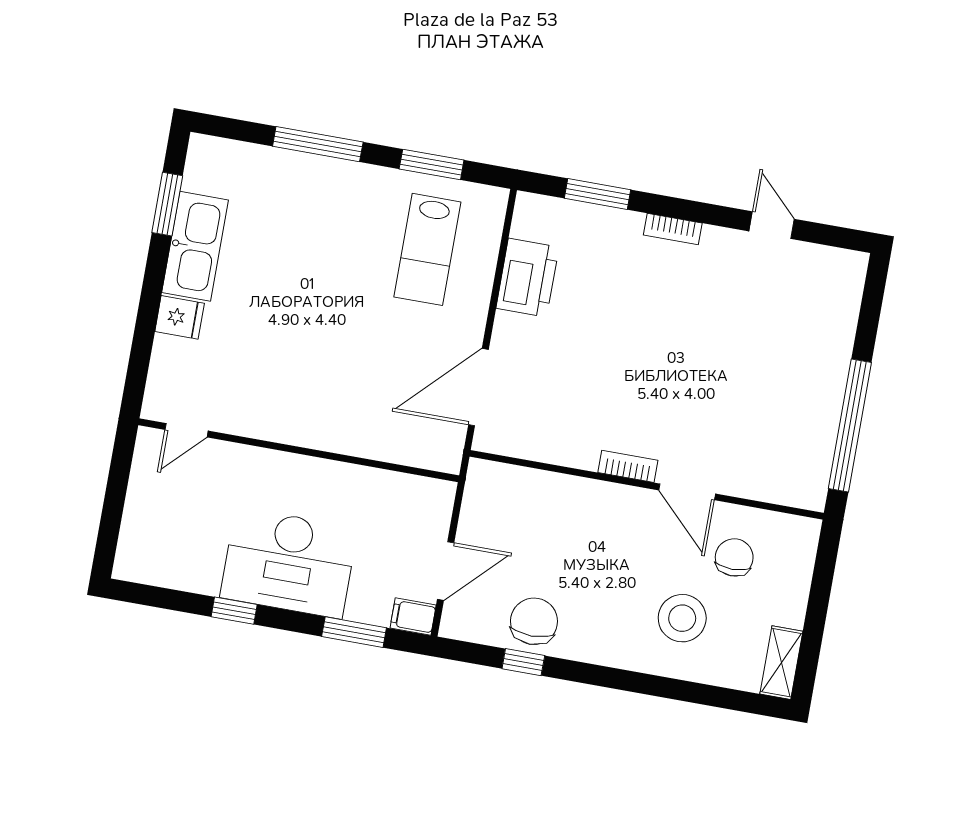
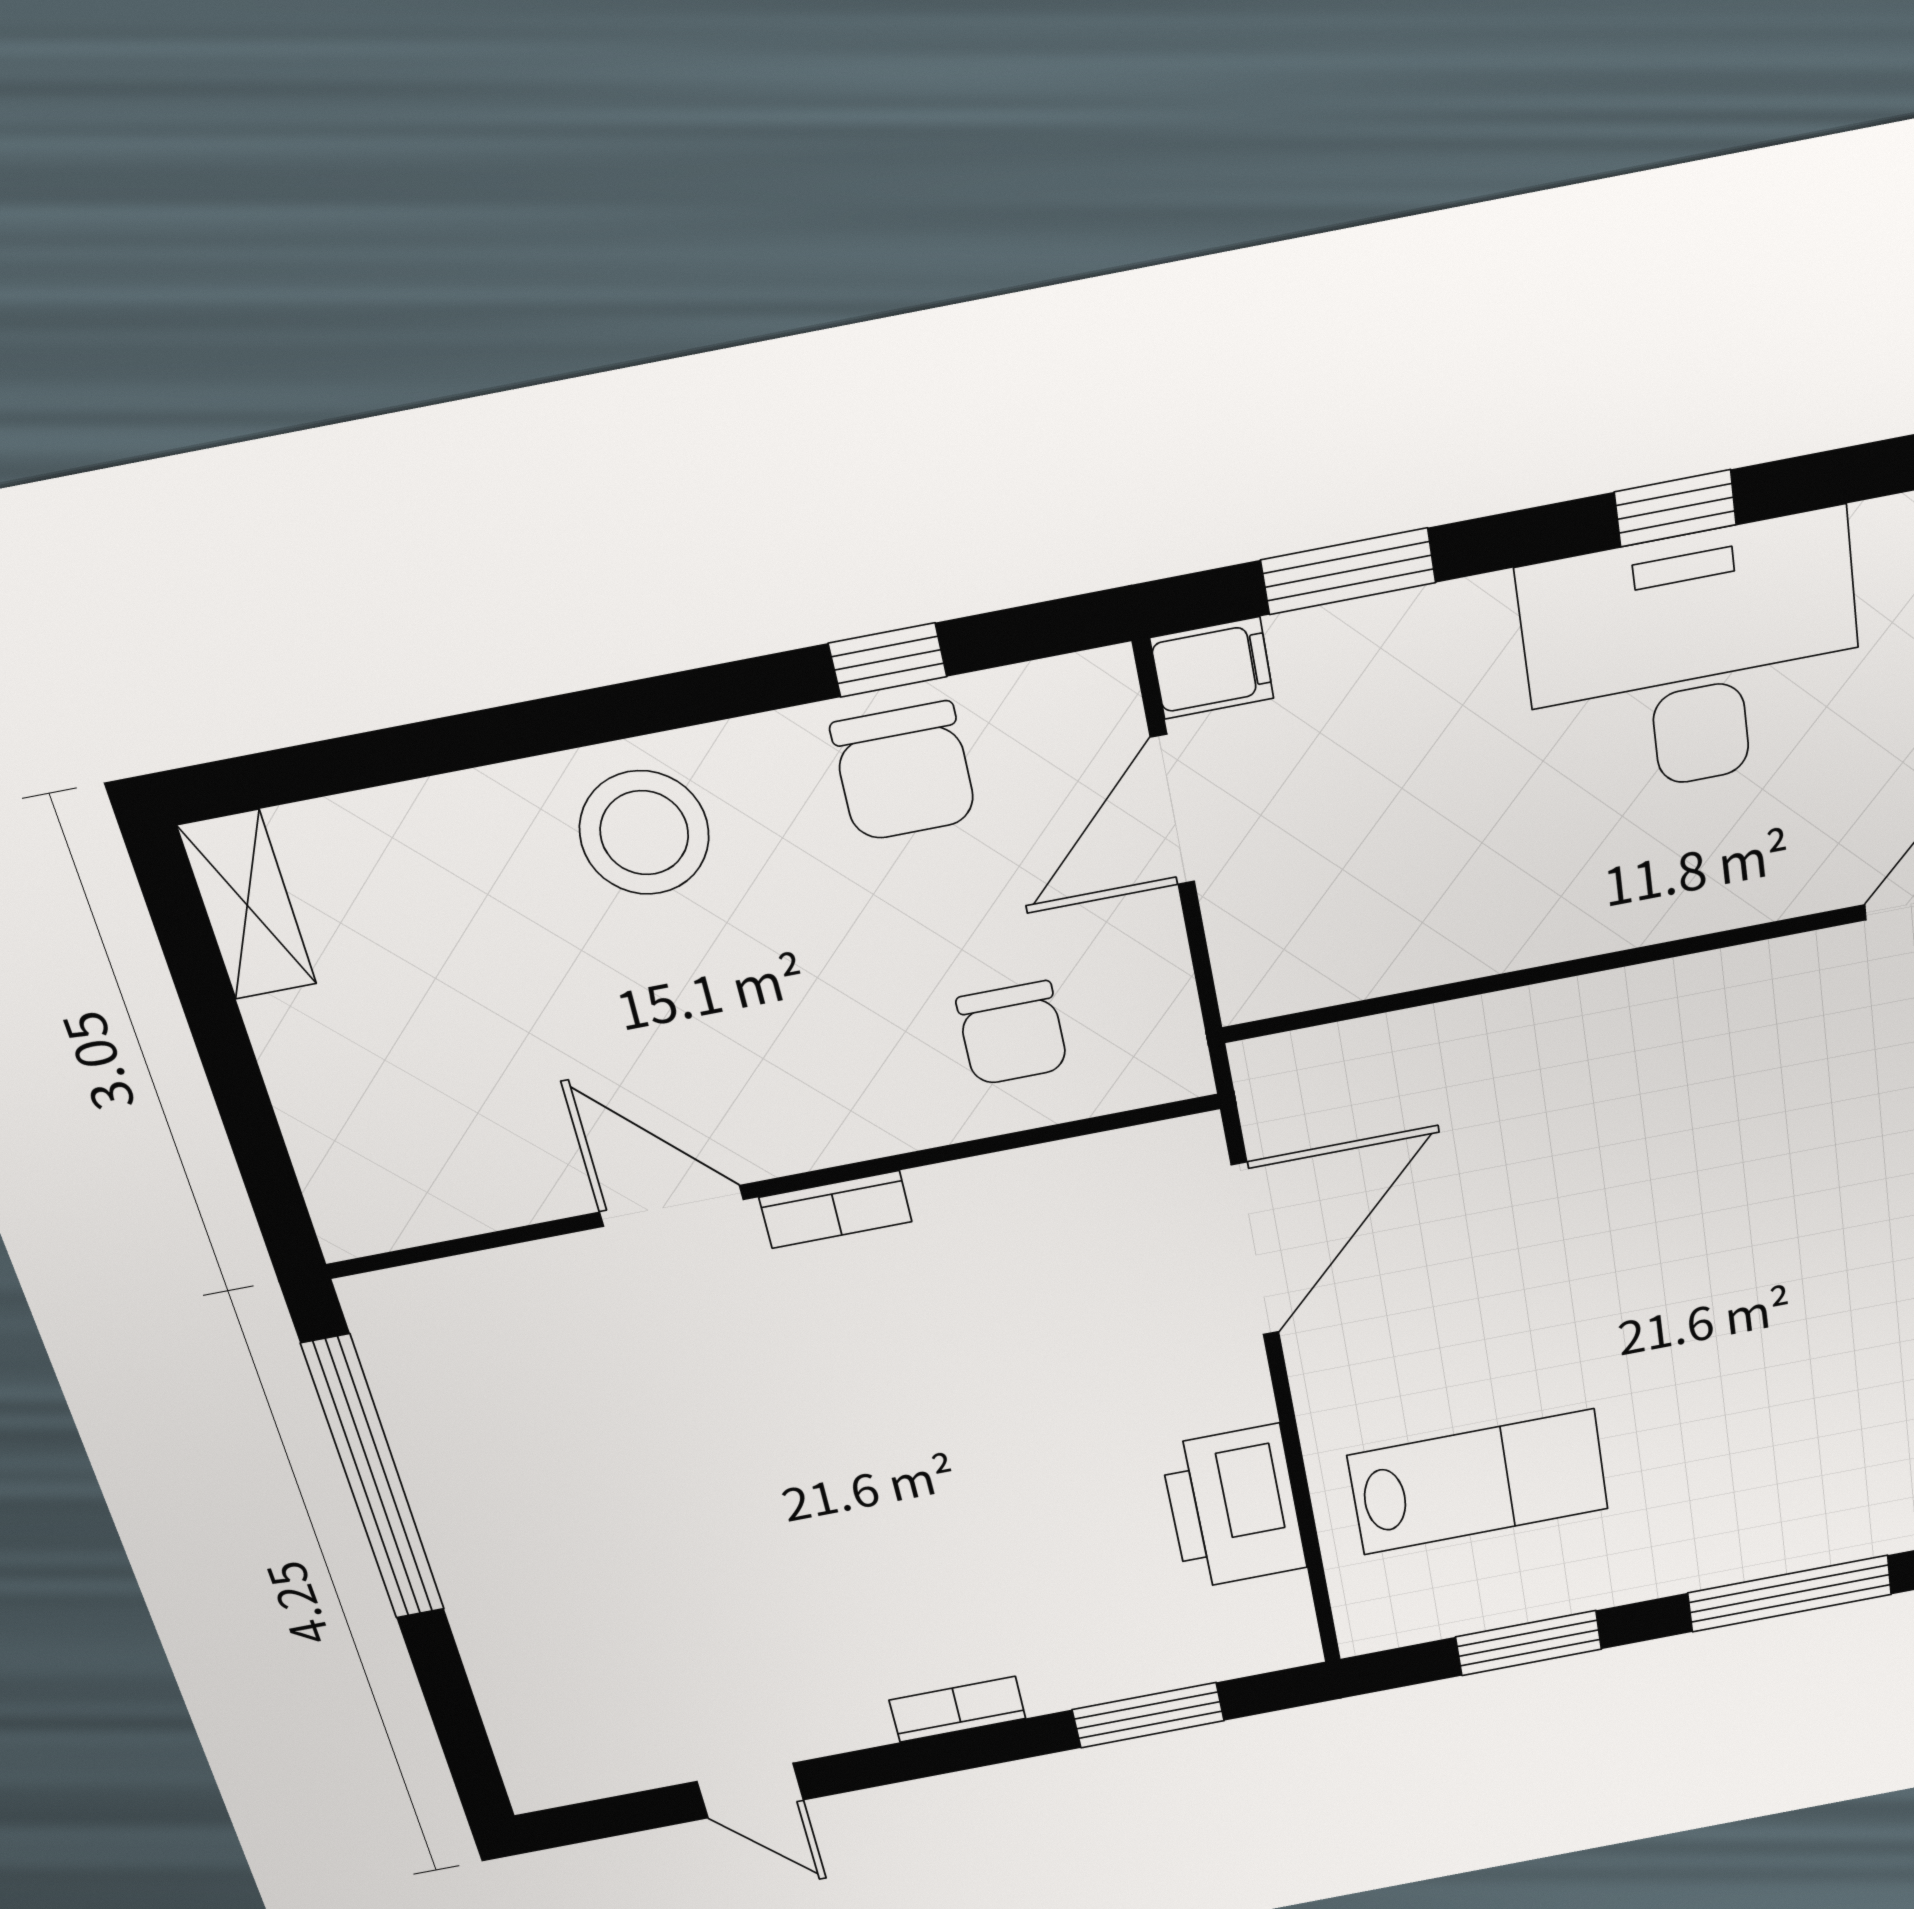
lab bench: (427, 249) -> (1478, 1482), turned 90
chair: (734, 557) -> (1012, 1033), moved
desk: (289, 563) -> (1693, 659), moved
stool: (682, 618) -> (644, 833), moved

